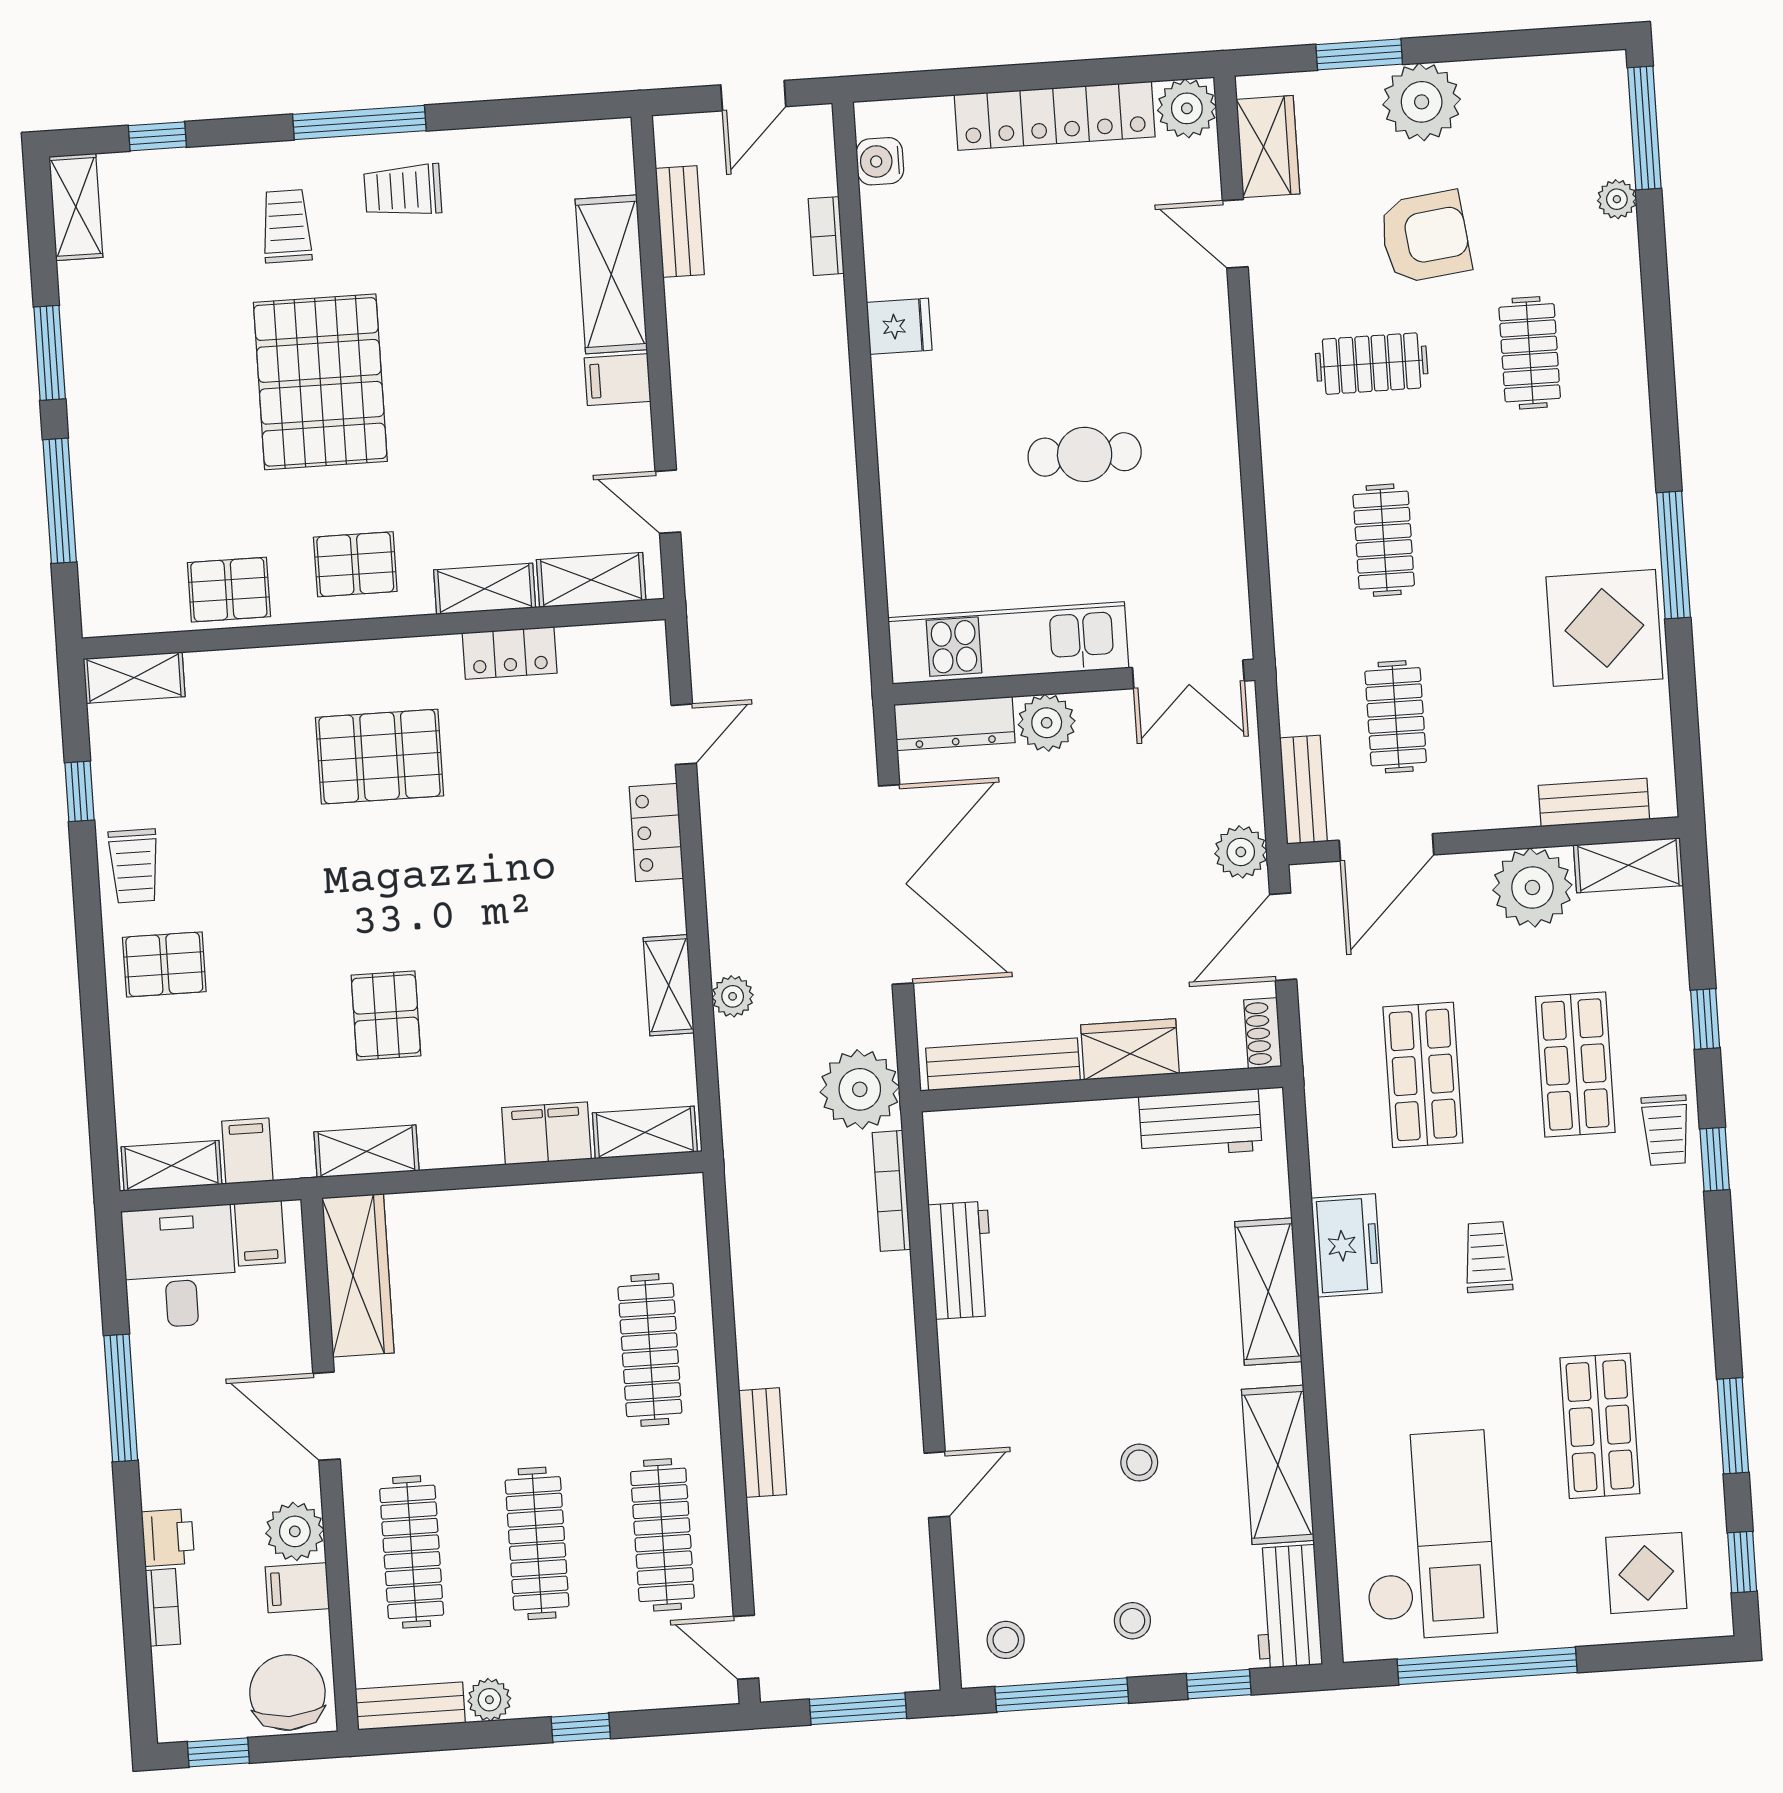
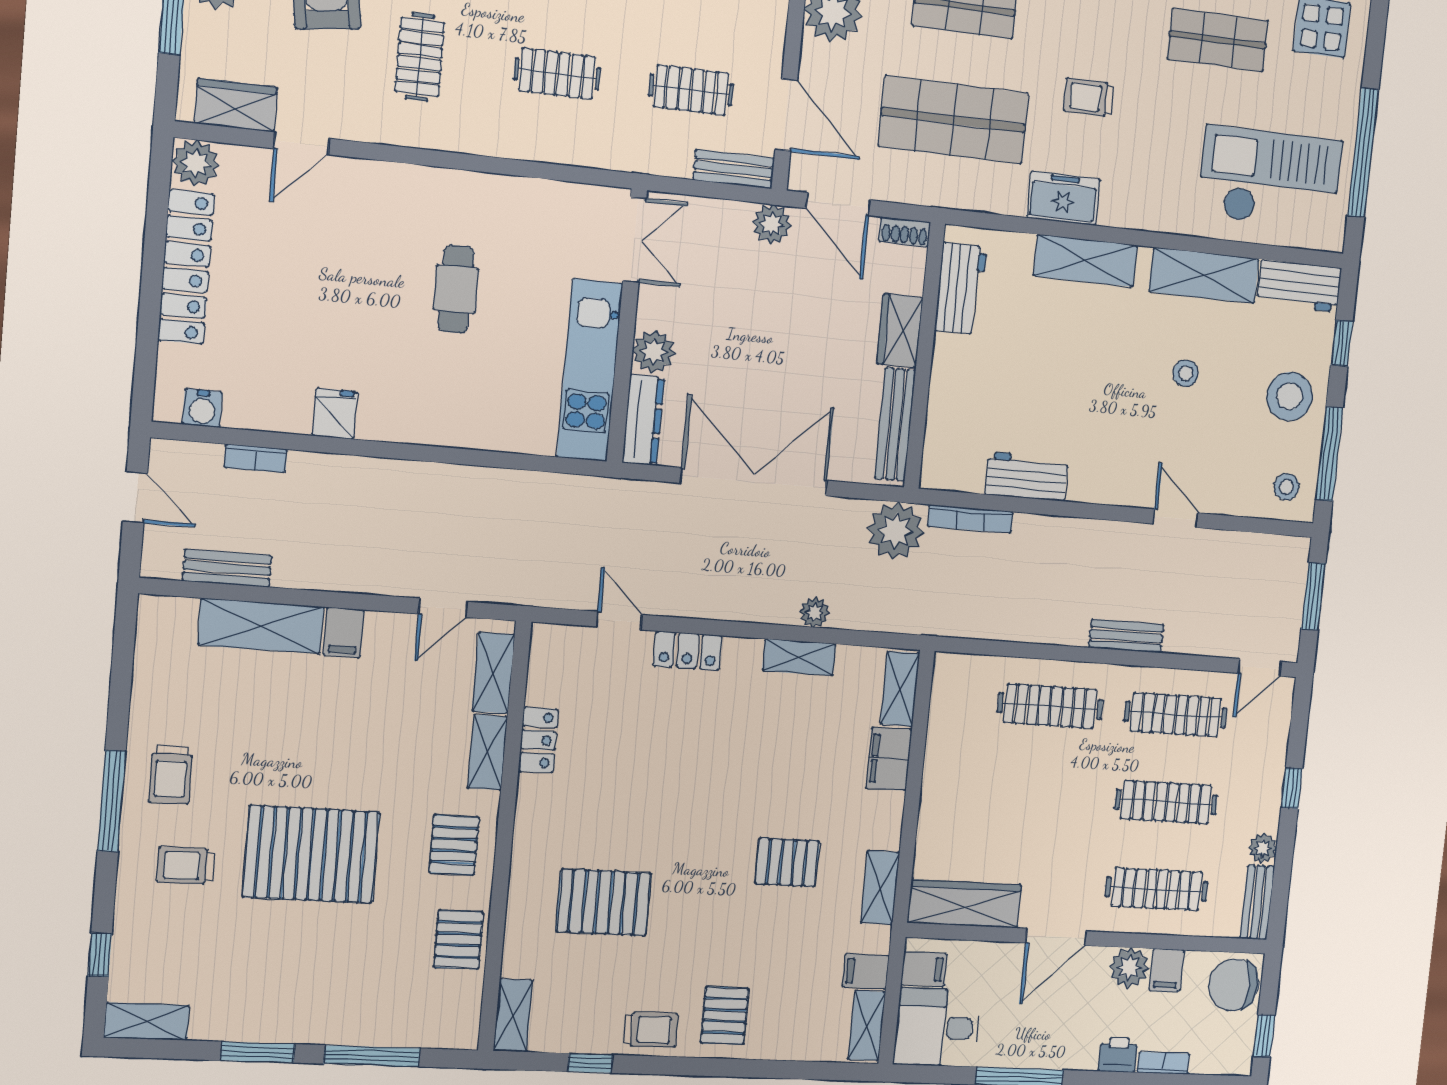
pallet: (380, 757) -> (604, 902), moved, turned 90
shop shelf: (1423, 1075) -> (954, 120), width x1.43, depth x1.36
stool: (1132, 1621) -> (1290, 396), width x1.89, depth x1.89

